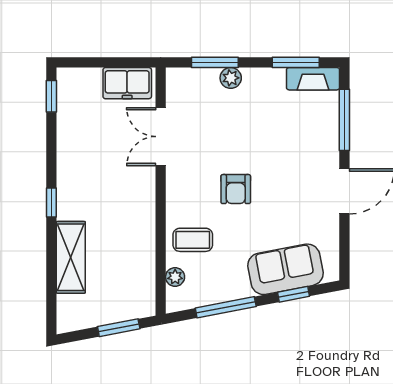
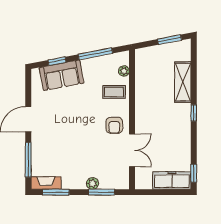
freezer: (127, 83) -> (172, 180), moved, width x1.40
armchair: (236, 189) -> (114, 125), moved, turned 180
window: (119, 328) -> (170, 40), moved

